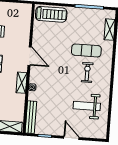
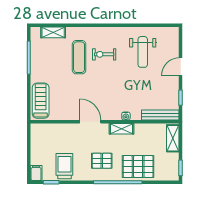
door: (30, 56) -> (90, 122), hinge flipped

